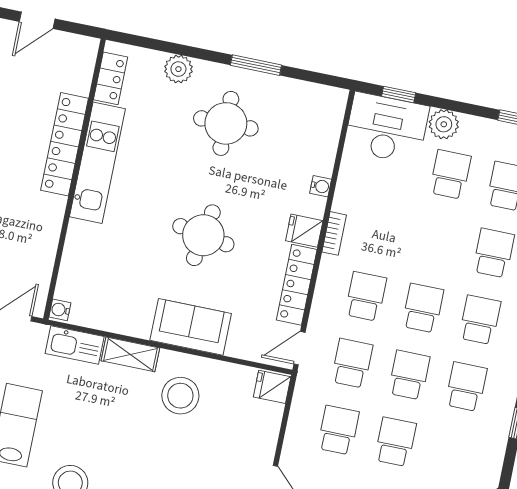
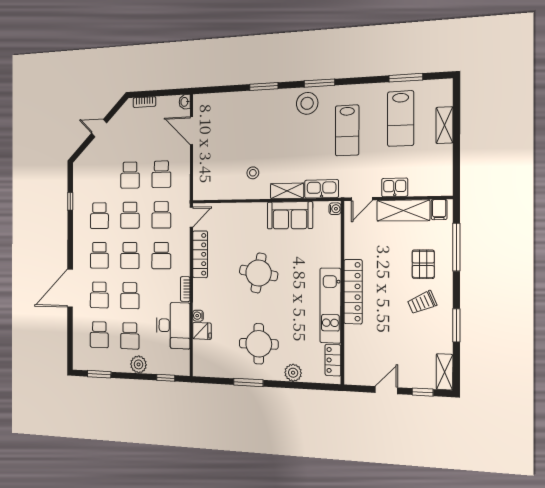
desk: (386, 128) -> (173, 326), moved, turned -90
locker: (65, 144) -> (353, 292), moved
fridge: (304, 231) -> (202, 331), moved
school desk: (437, 241) -> (130, 296), added
sofa: (191, 327) -> (290, 215), moved
fridge: (272, 387) -> (202, 191), removed
stool: (180, 396) -> (253, 173), width x0.53, depth x0.53

